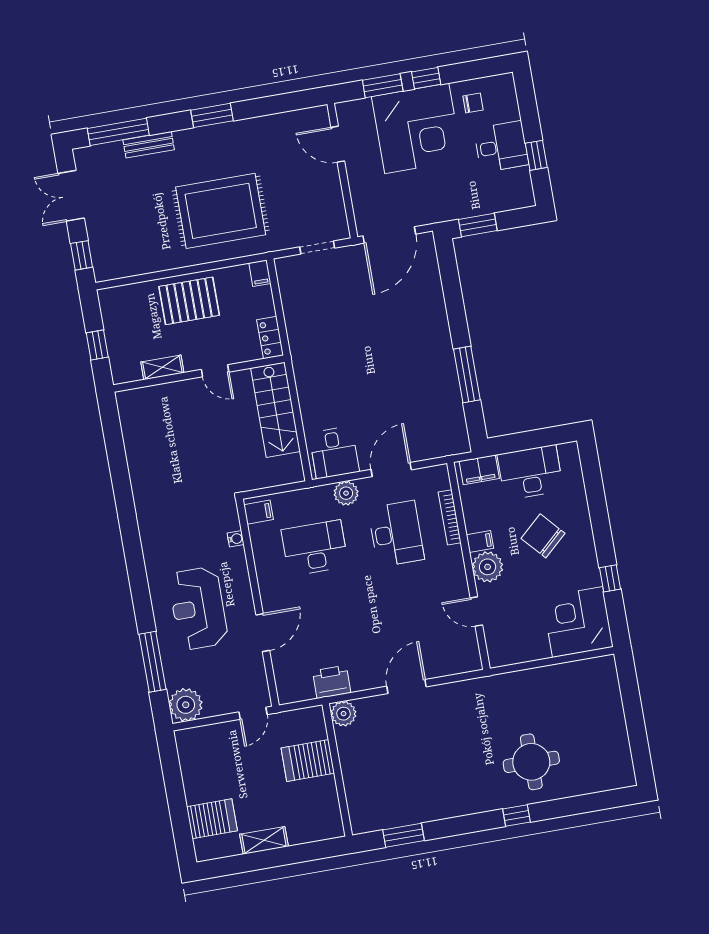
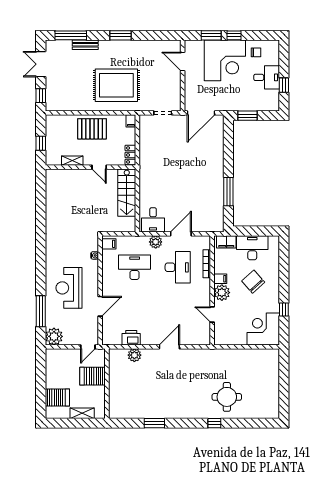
server rack: (308, 761) -> (93, 376), moved
wall: (337, 770) -> (107, 384), moved

